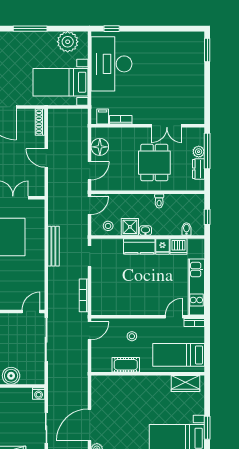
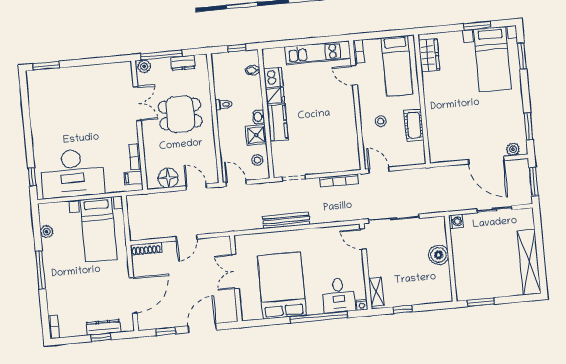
plant: (68, 42) -> (47, 232), width x0.53, depth x0.53
plant: (199, 152) -> (144, 66), moved

